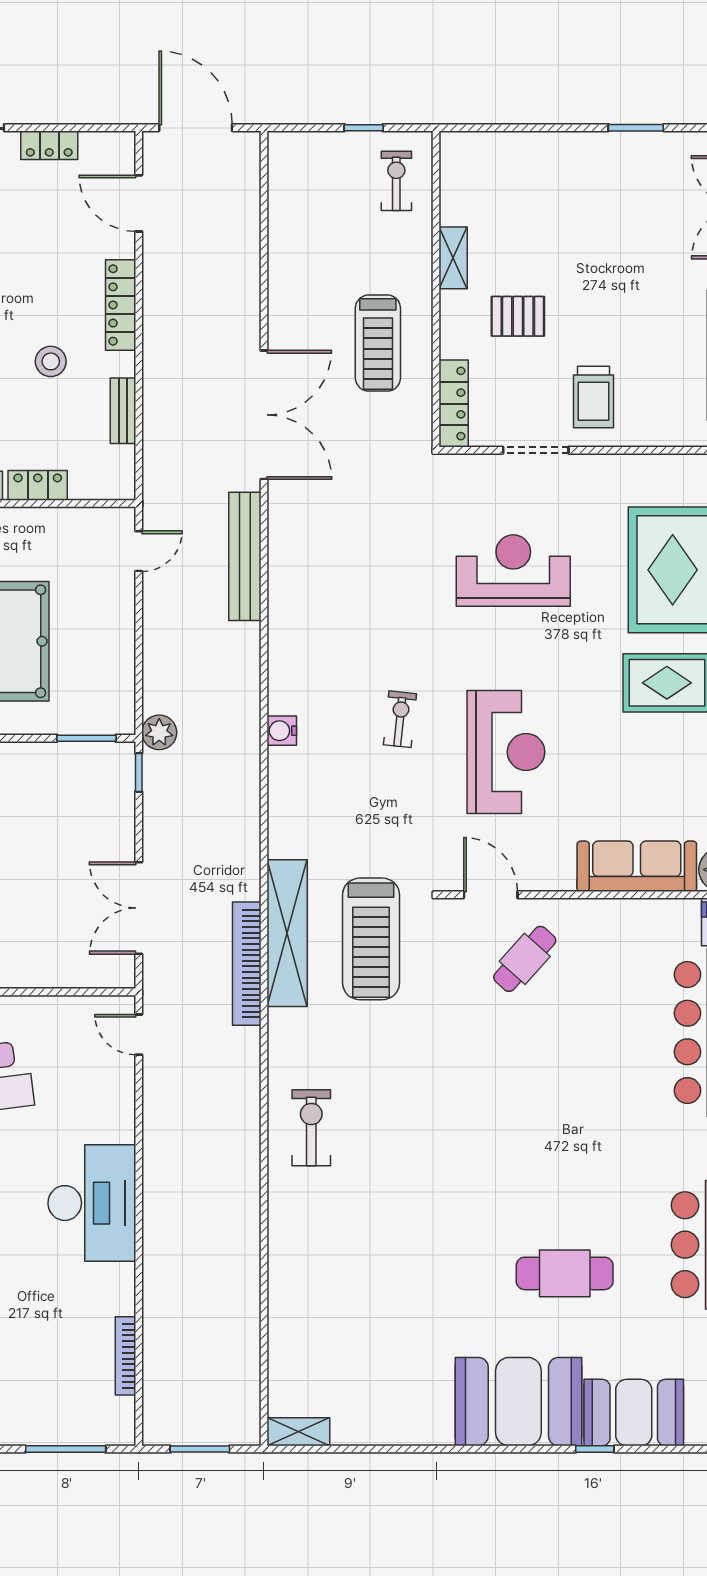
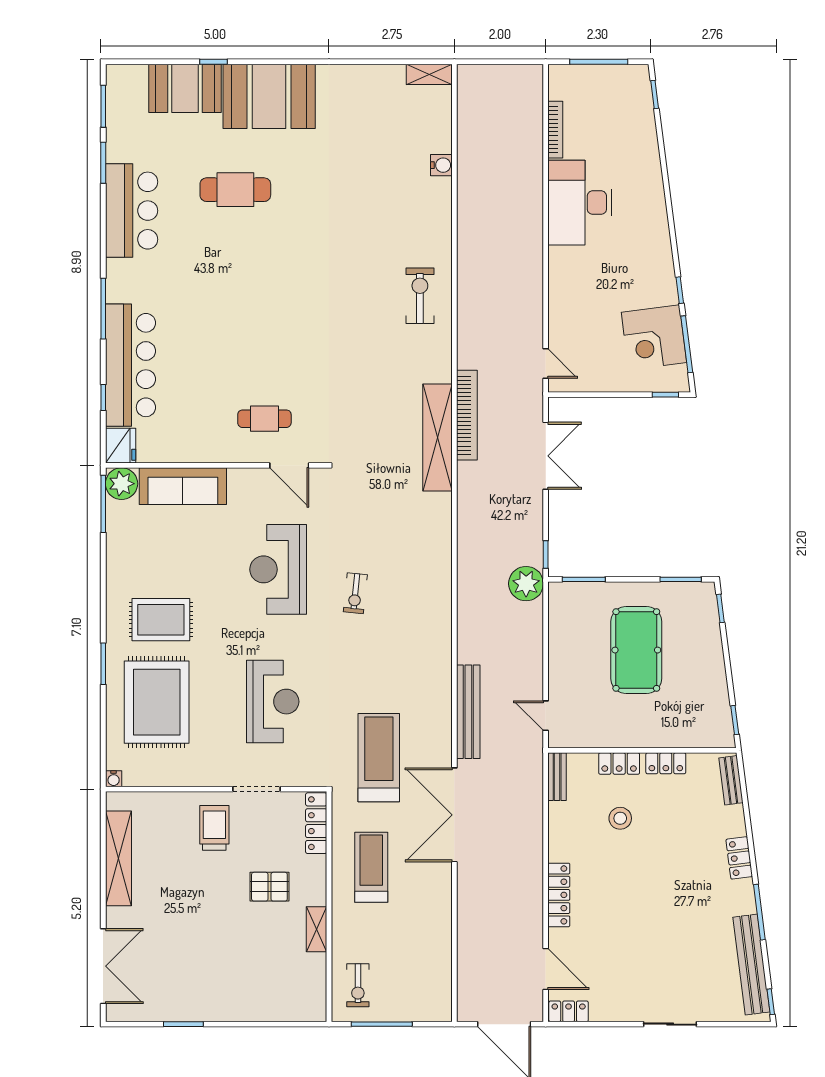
window: (364, 128) -> (382, 1024), width x2.17
locker: (49, 145) -> (569, 1011), moved
stool: (51, 361) -> (620, 818), moved
bench: (123, 411) -> (557, 777), moved
door: (139, 551) -> (546, 716), hinge flipped
reception desk: (513, 571) -> (273, 702), turned -90
water cooler: (282, 731) -> (441, 165), moved
plant: (159, 732) -> (526, 584), width x1.36, depth x1.36
treadmill: (371, 939) -> (379, 758), moved
cafe table: (525, 959) -> (264, 419), turned 48
exercise bike: (311, 1128) -> (420, 296), turned 180
desk: (92, 1203) -> (580, 203), moved
window: (200, 1449) -> (501, 62), removed

